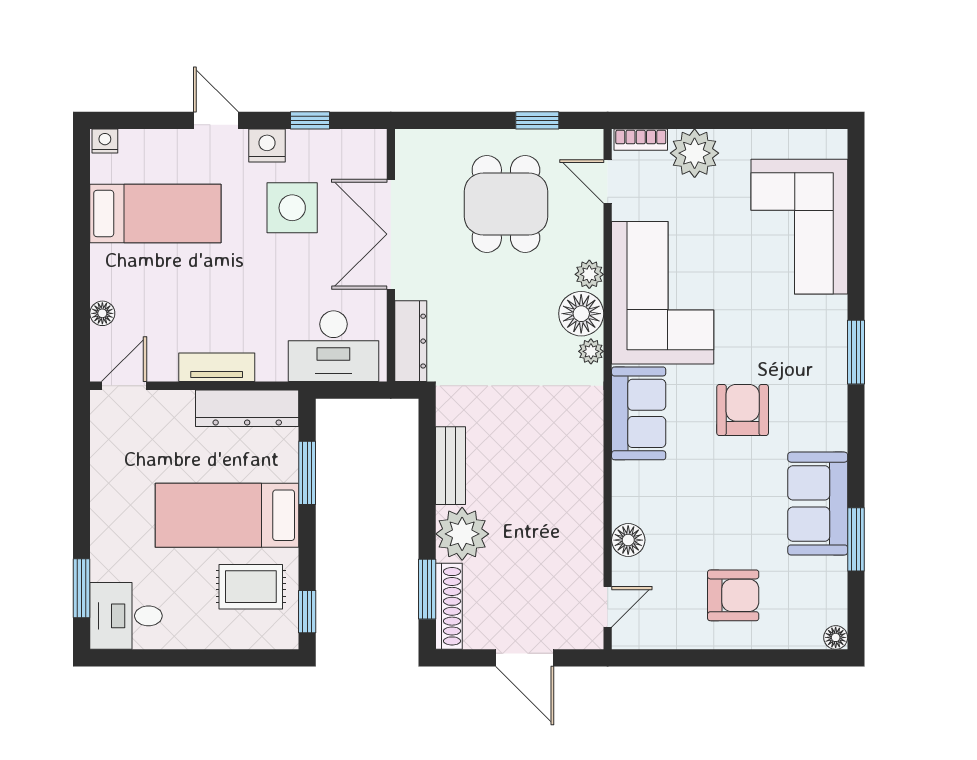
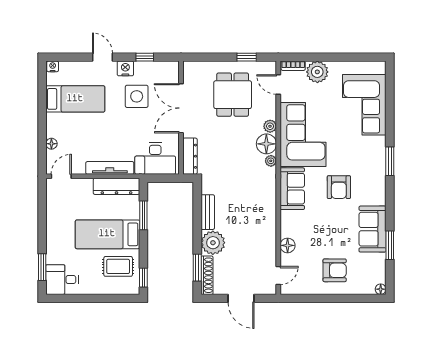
tv unit: (217, 367) -> (110, 168), width x1.41
armchair: (743, 410) -> (339, 187), turned 180

